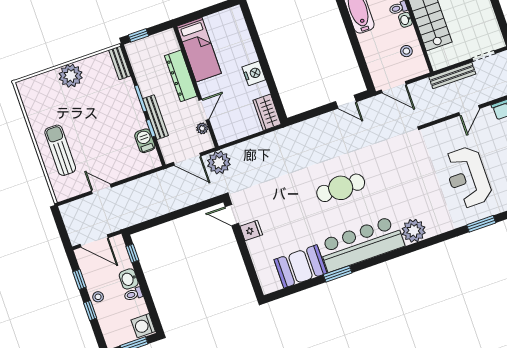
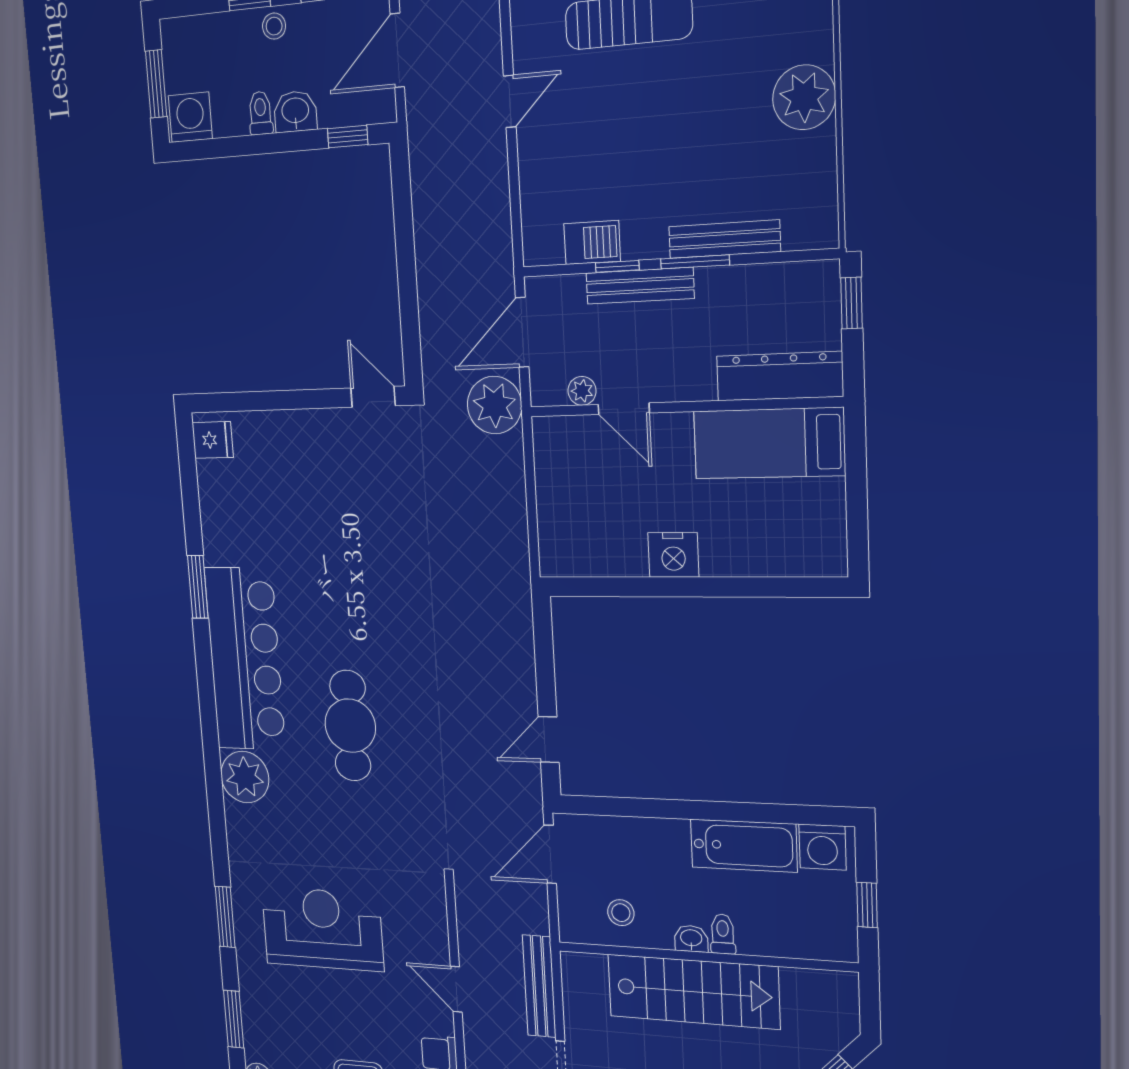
bench: (120, 63) -> (724, 239), moved, width x1.36
dresser: (181, 76) -> (780, 376), moved
wardrobe: (267, 112) -> (576, 555), removed
cafe table: (341, 188) -> (350, 726), moved
door: (232, 215) -> (373, 397), hinge flipped
fridge: (251, 231) -> (213, 440), moved, turned -90
booth: (300, 266) -> (231, 513), removed

